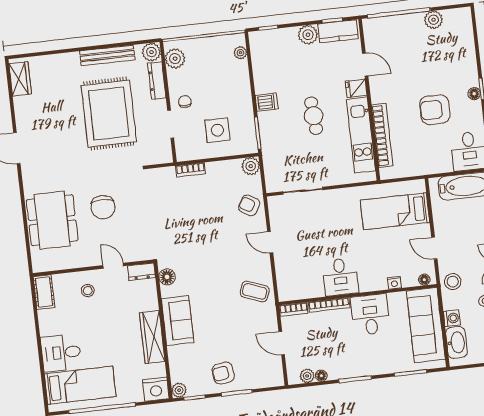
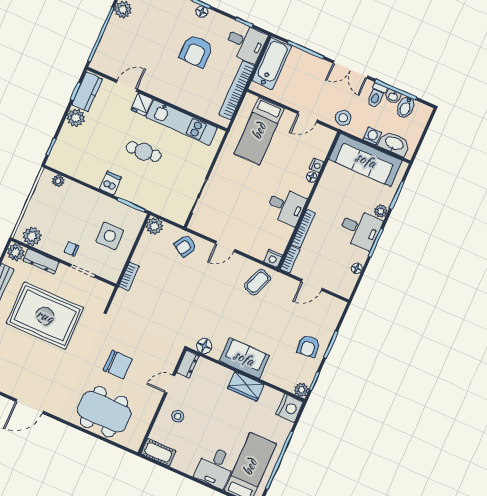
bookcase: (382, 135) -> (237, 90), moved, turned -90
floor lamp: (424, 280) -> (312, 177), moved
nightstand: (285, 293) -> (273, 258), added
desk: (370, 315) -> (360, 229), moved, turned 180
wardrobe: (152, 337) -> (246, 386), width x0.67
plant: (307, 376) -> (381, 211), moved

